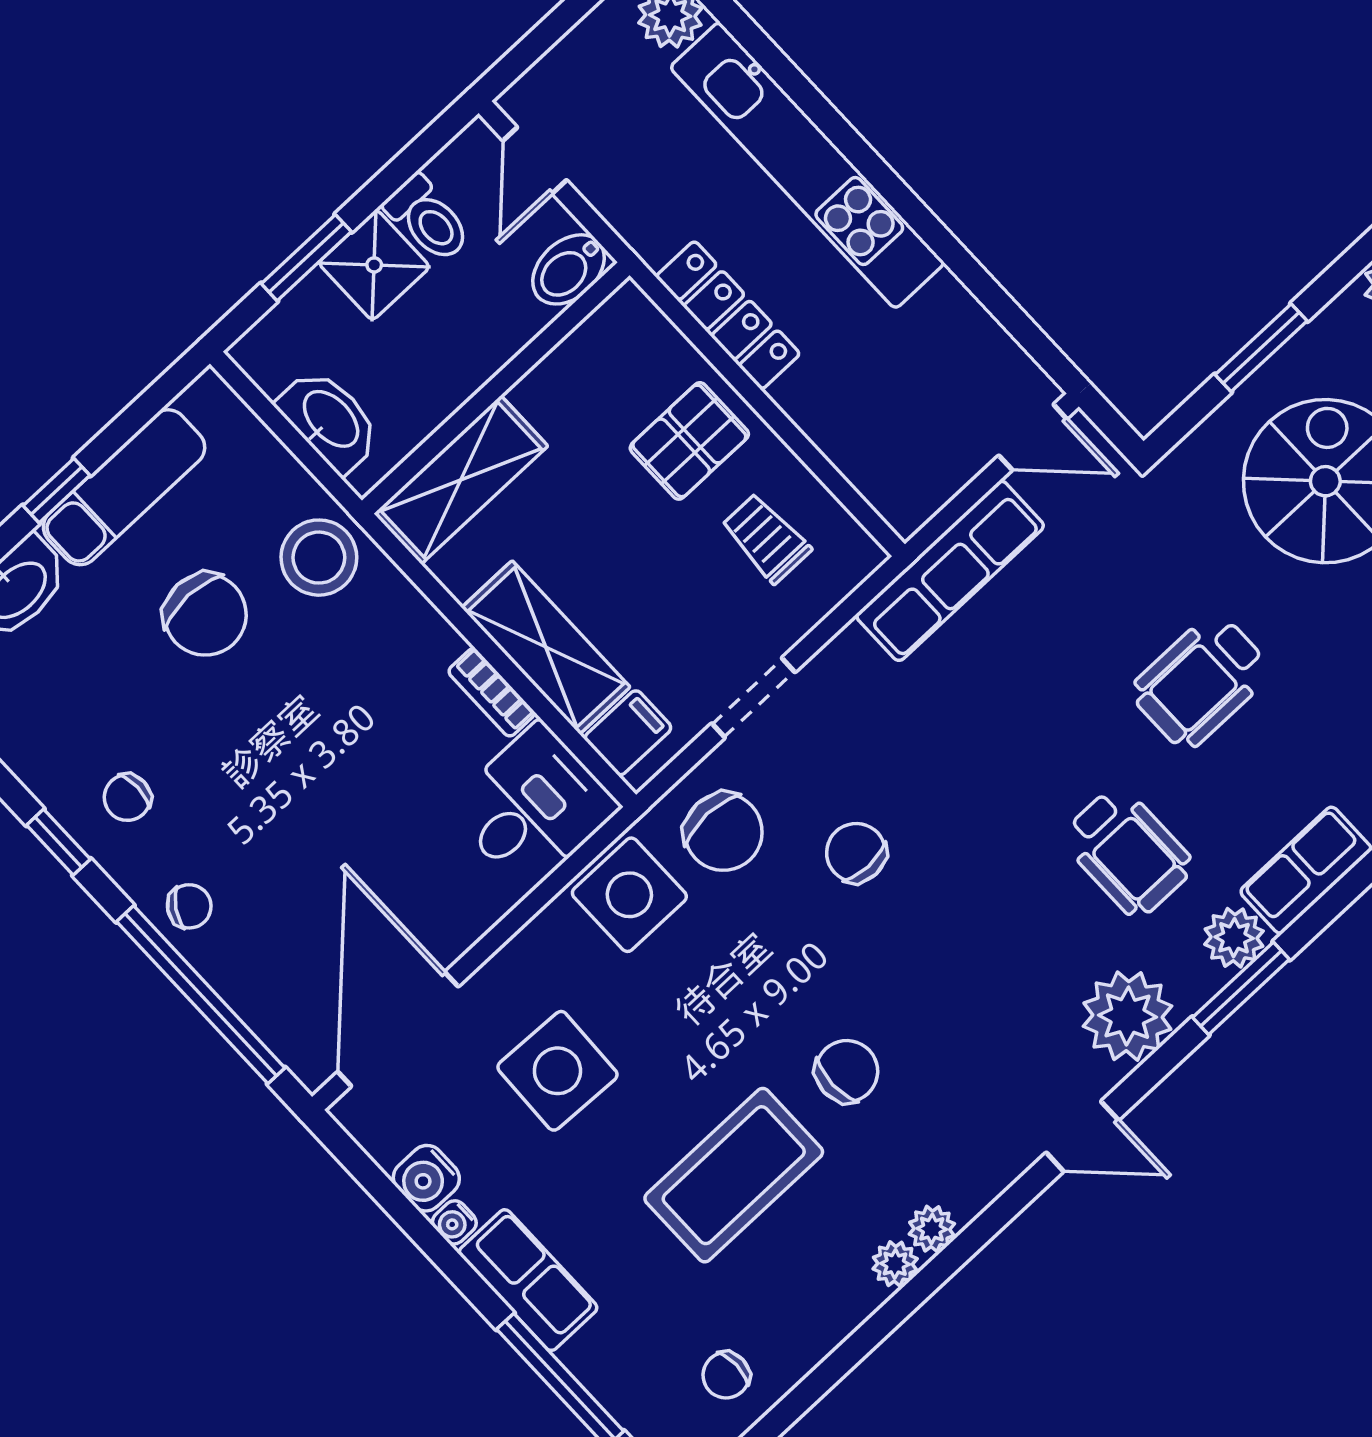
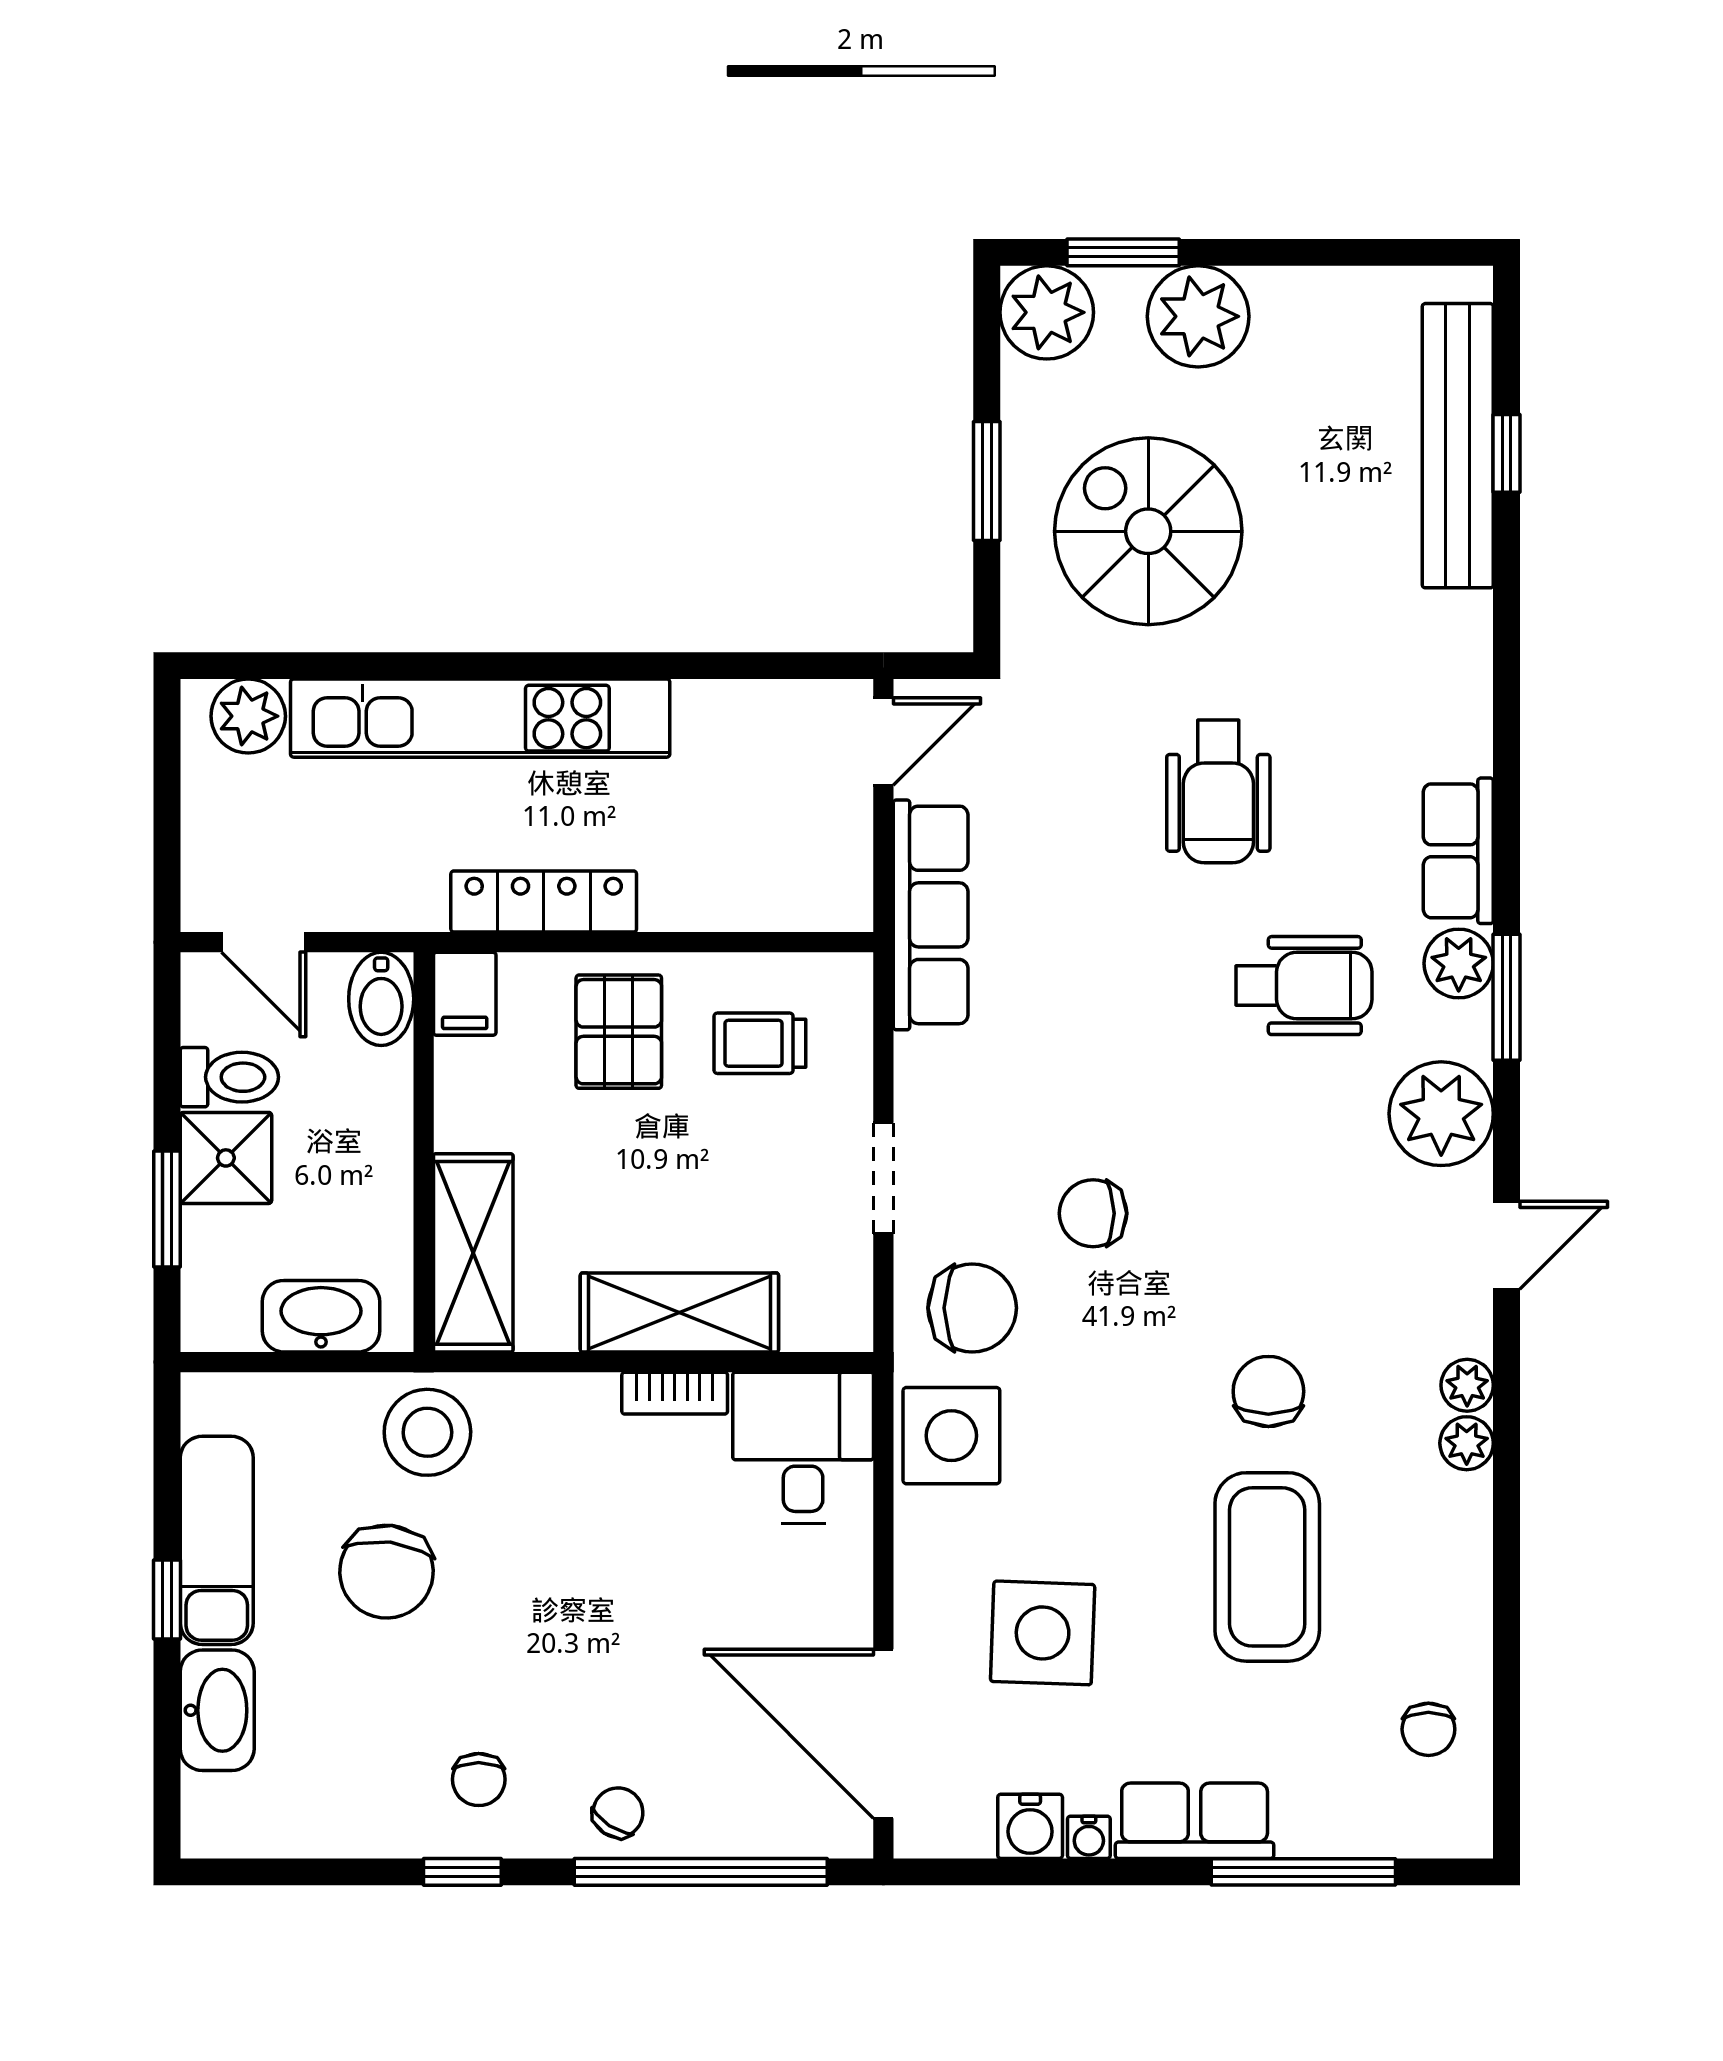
chair: (205, 615) -> (386, 1572), turned 97
filing cabinet: (628, 733) -> (465, 994), moved, turned 180
plant: (895, 1264) -> (1467, 1385), moved

